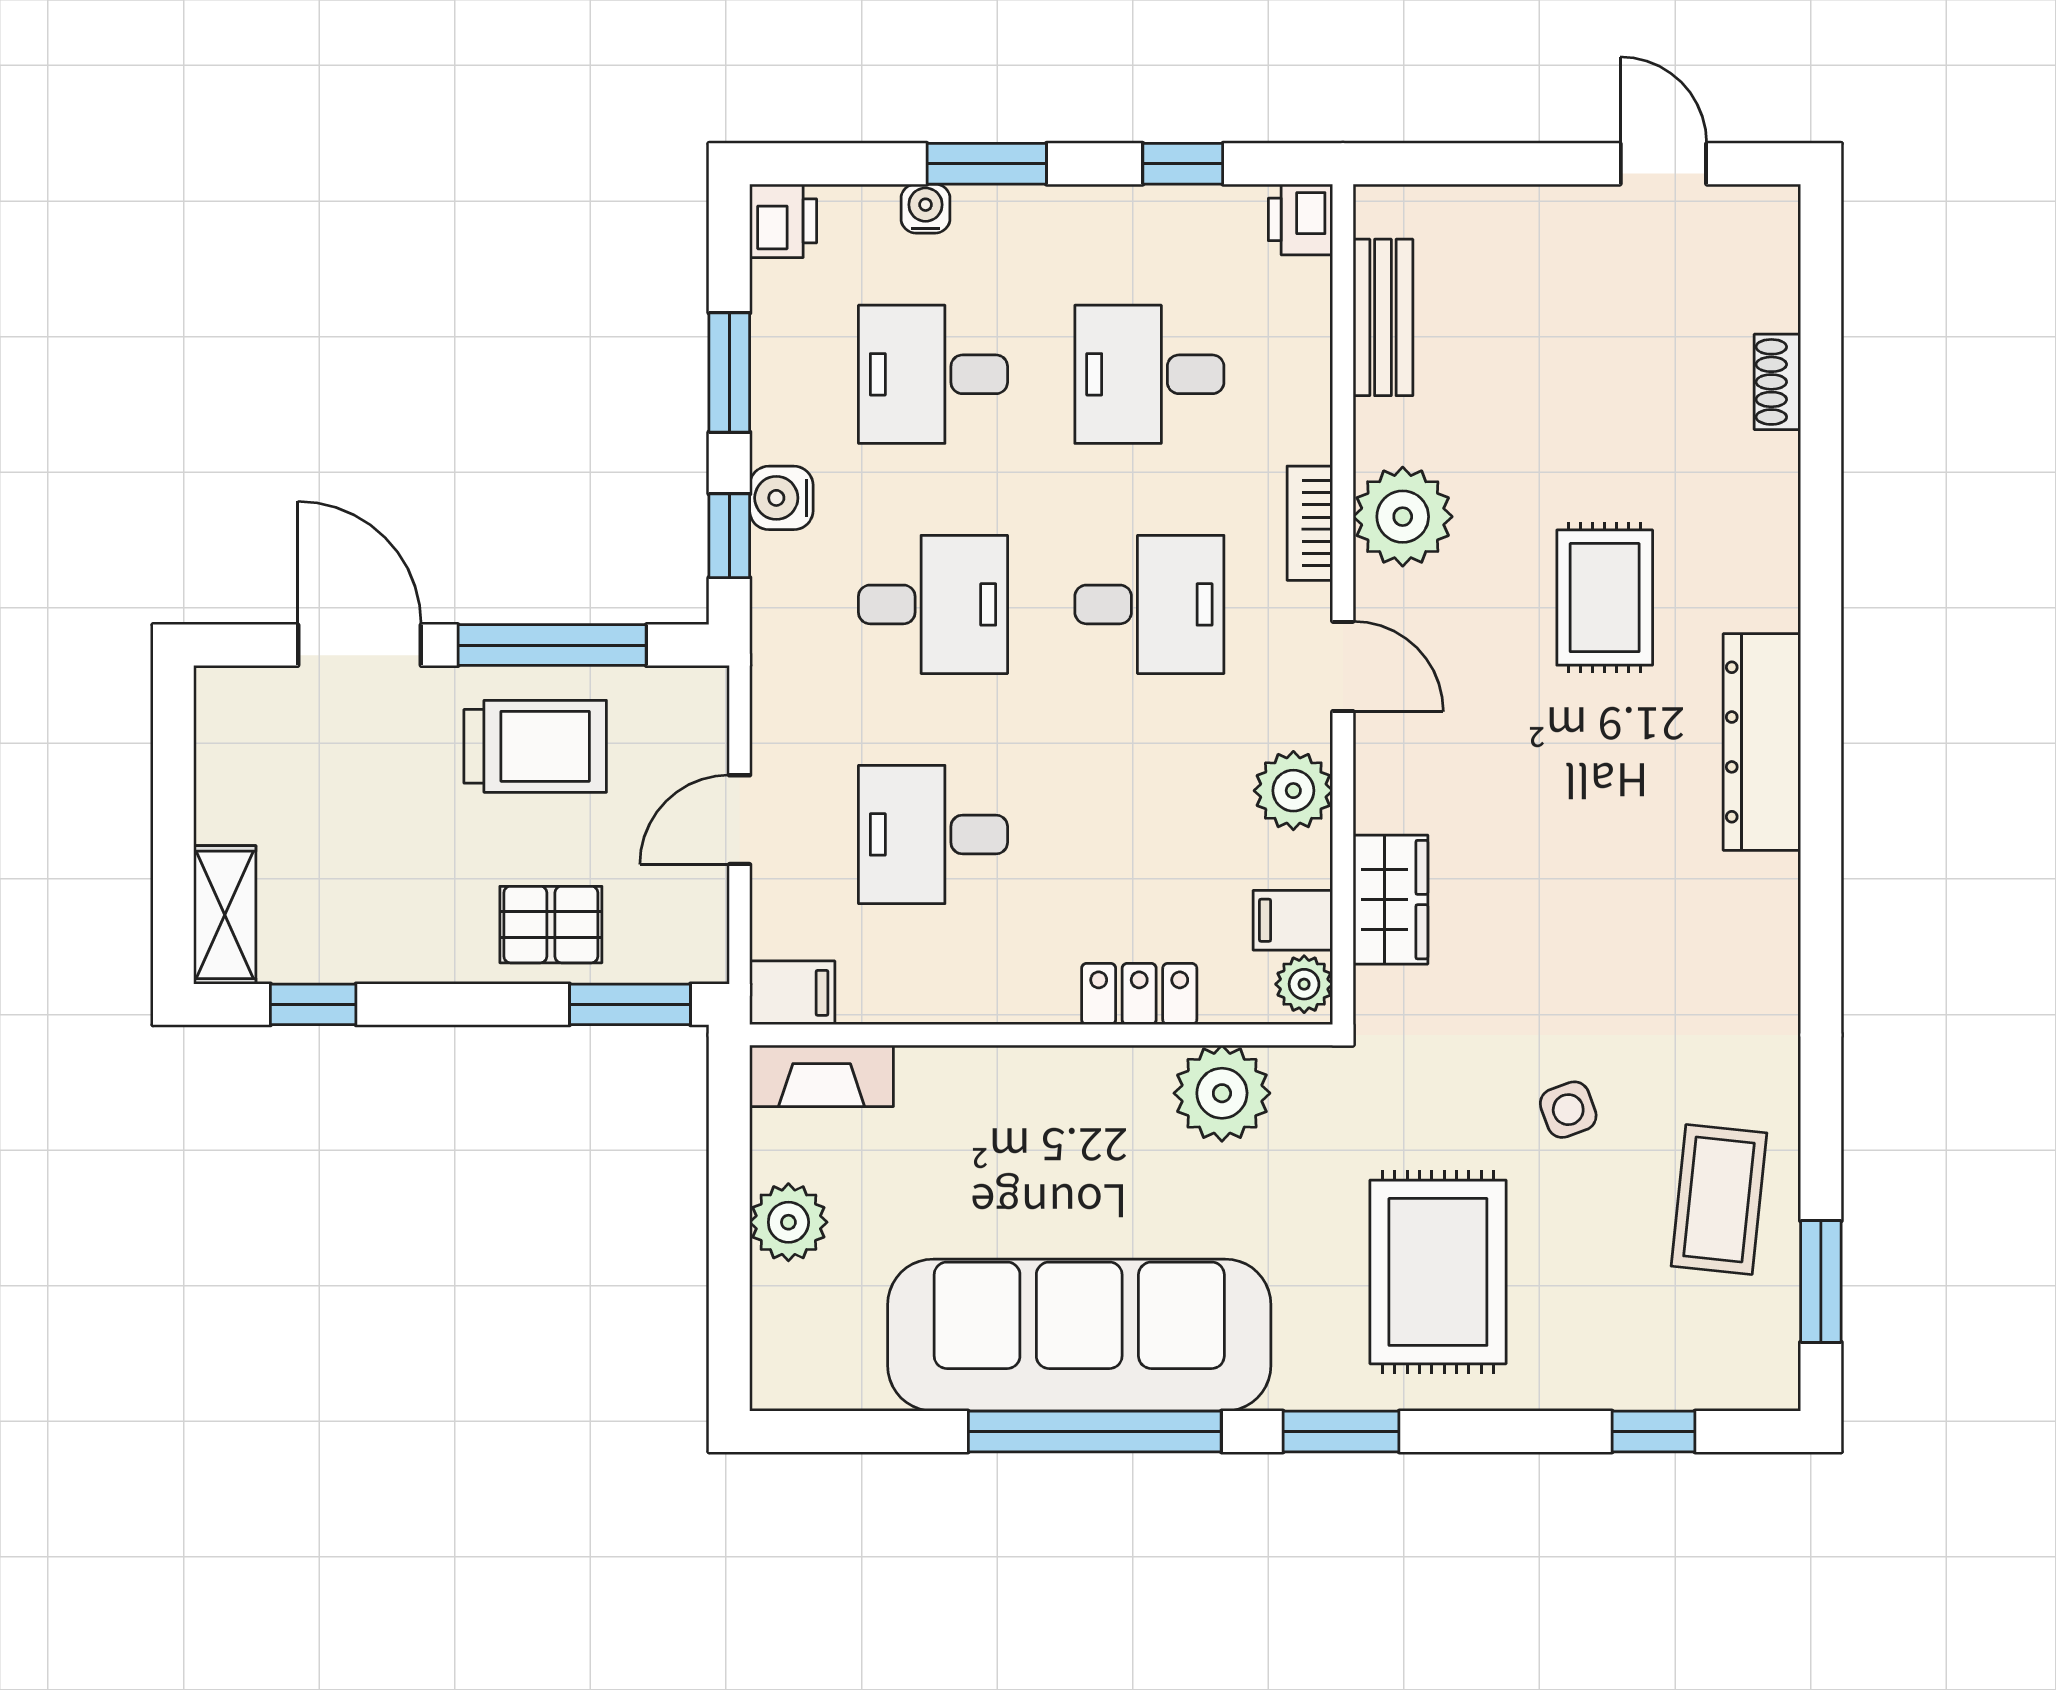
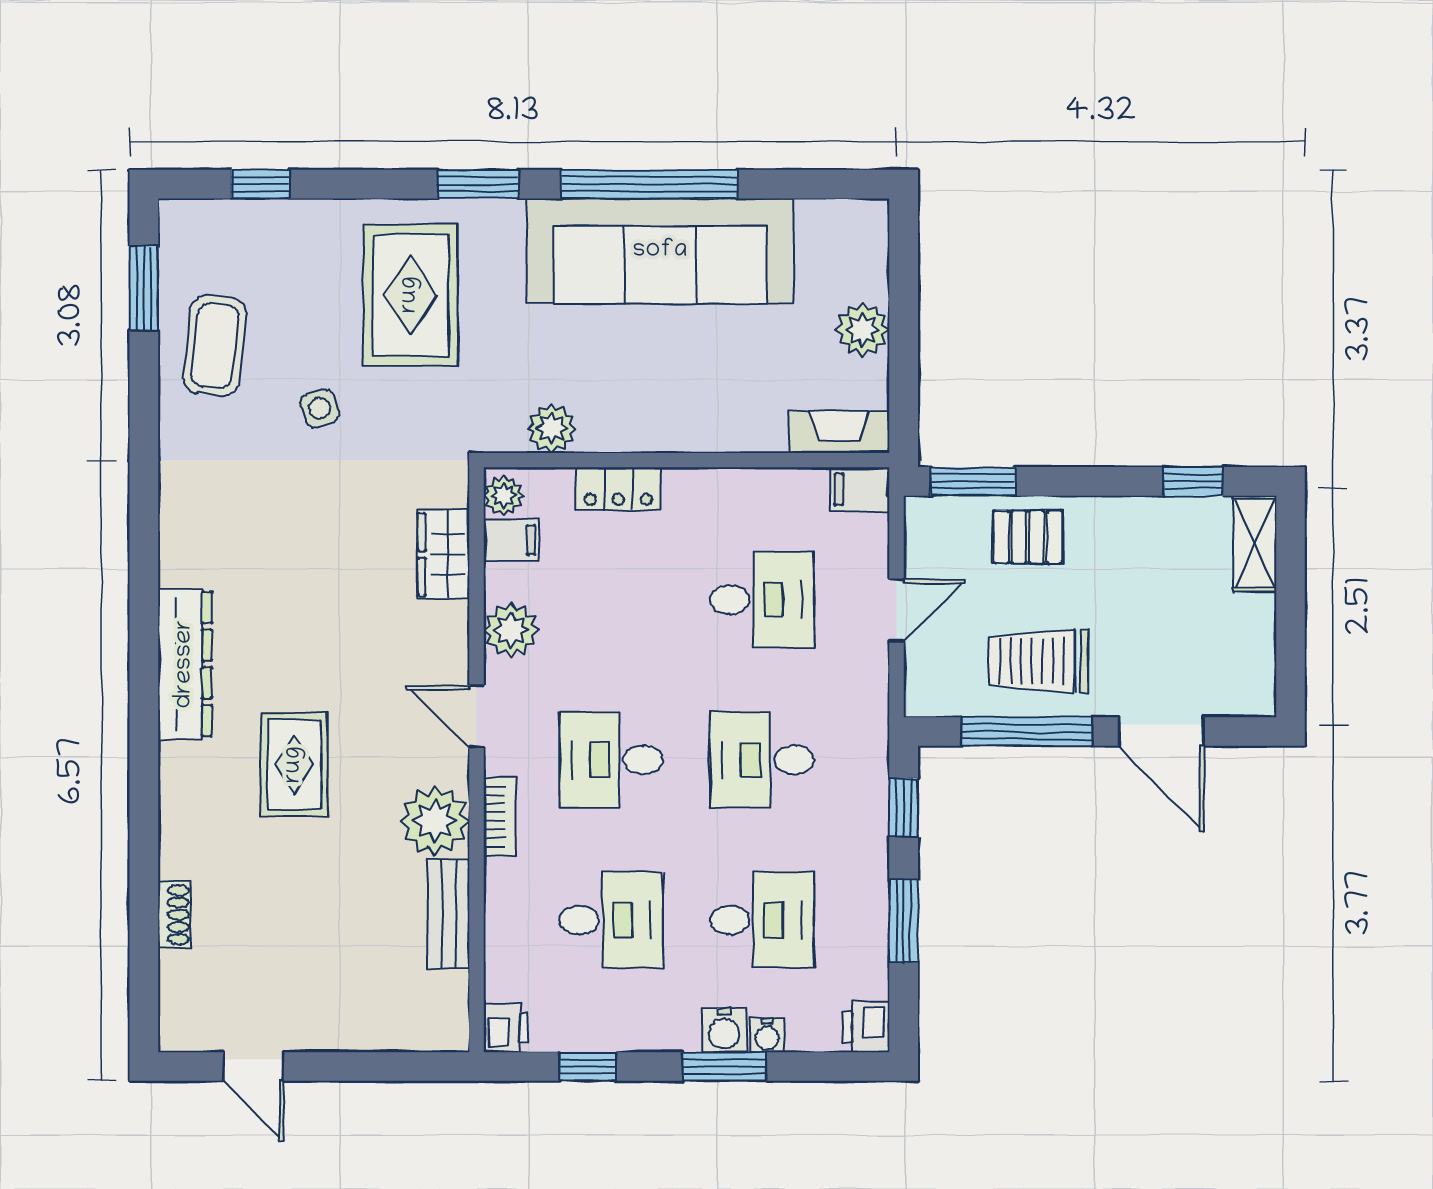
bench: (1383, 317) -> (449, 914), moved
water cooler: (781, 498) -> (724, 1030), moved, turned 90
plant: (1222, 1093) -> (552, 429), width x0.73, depth x0.73

